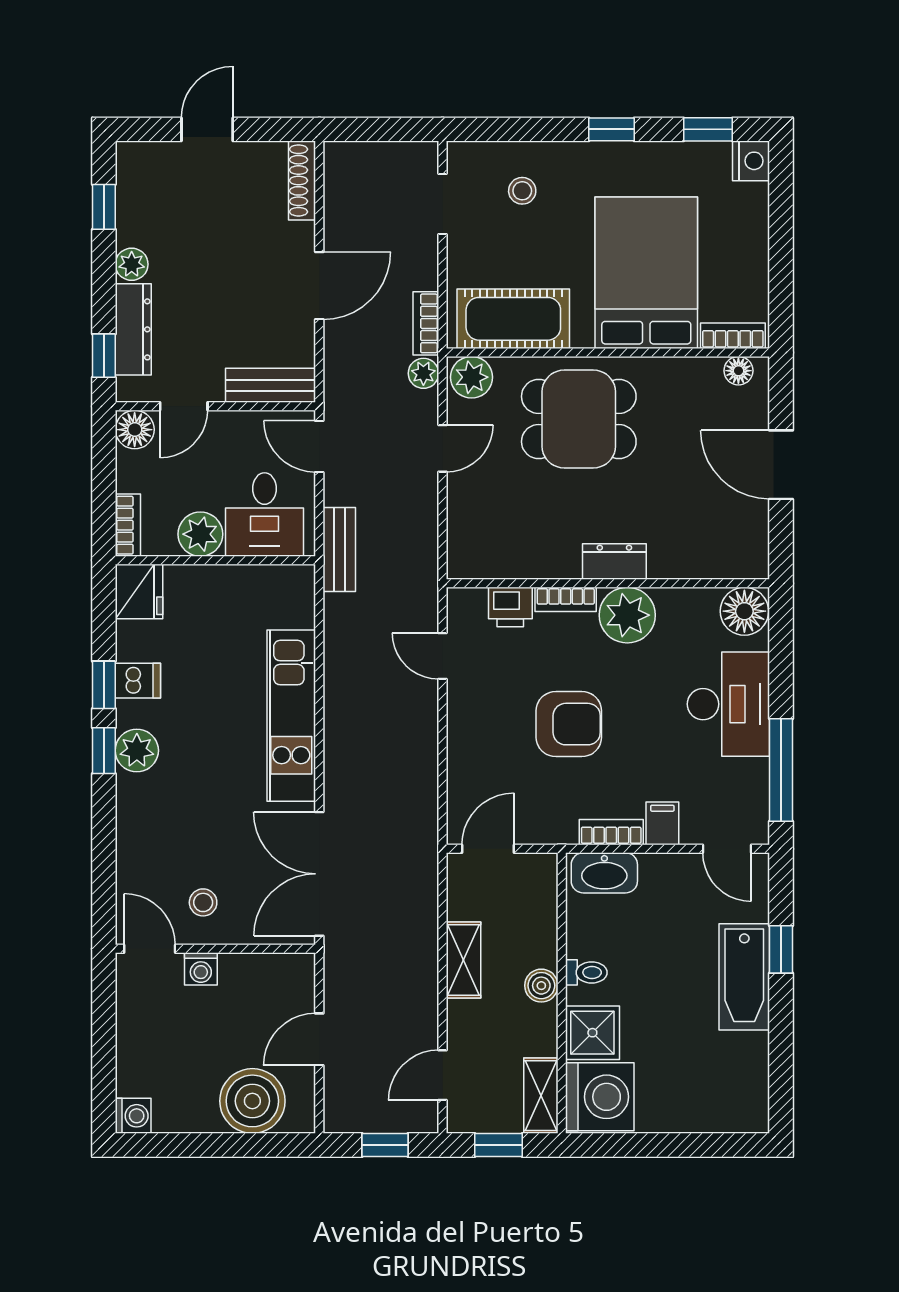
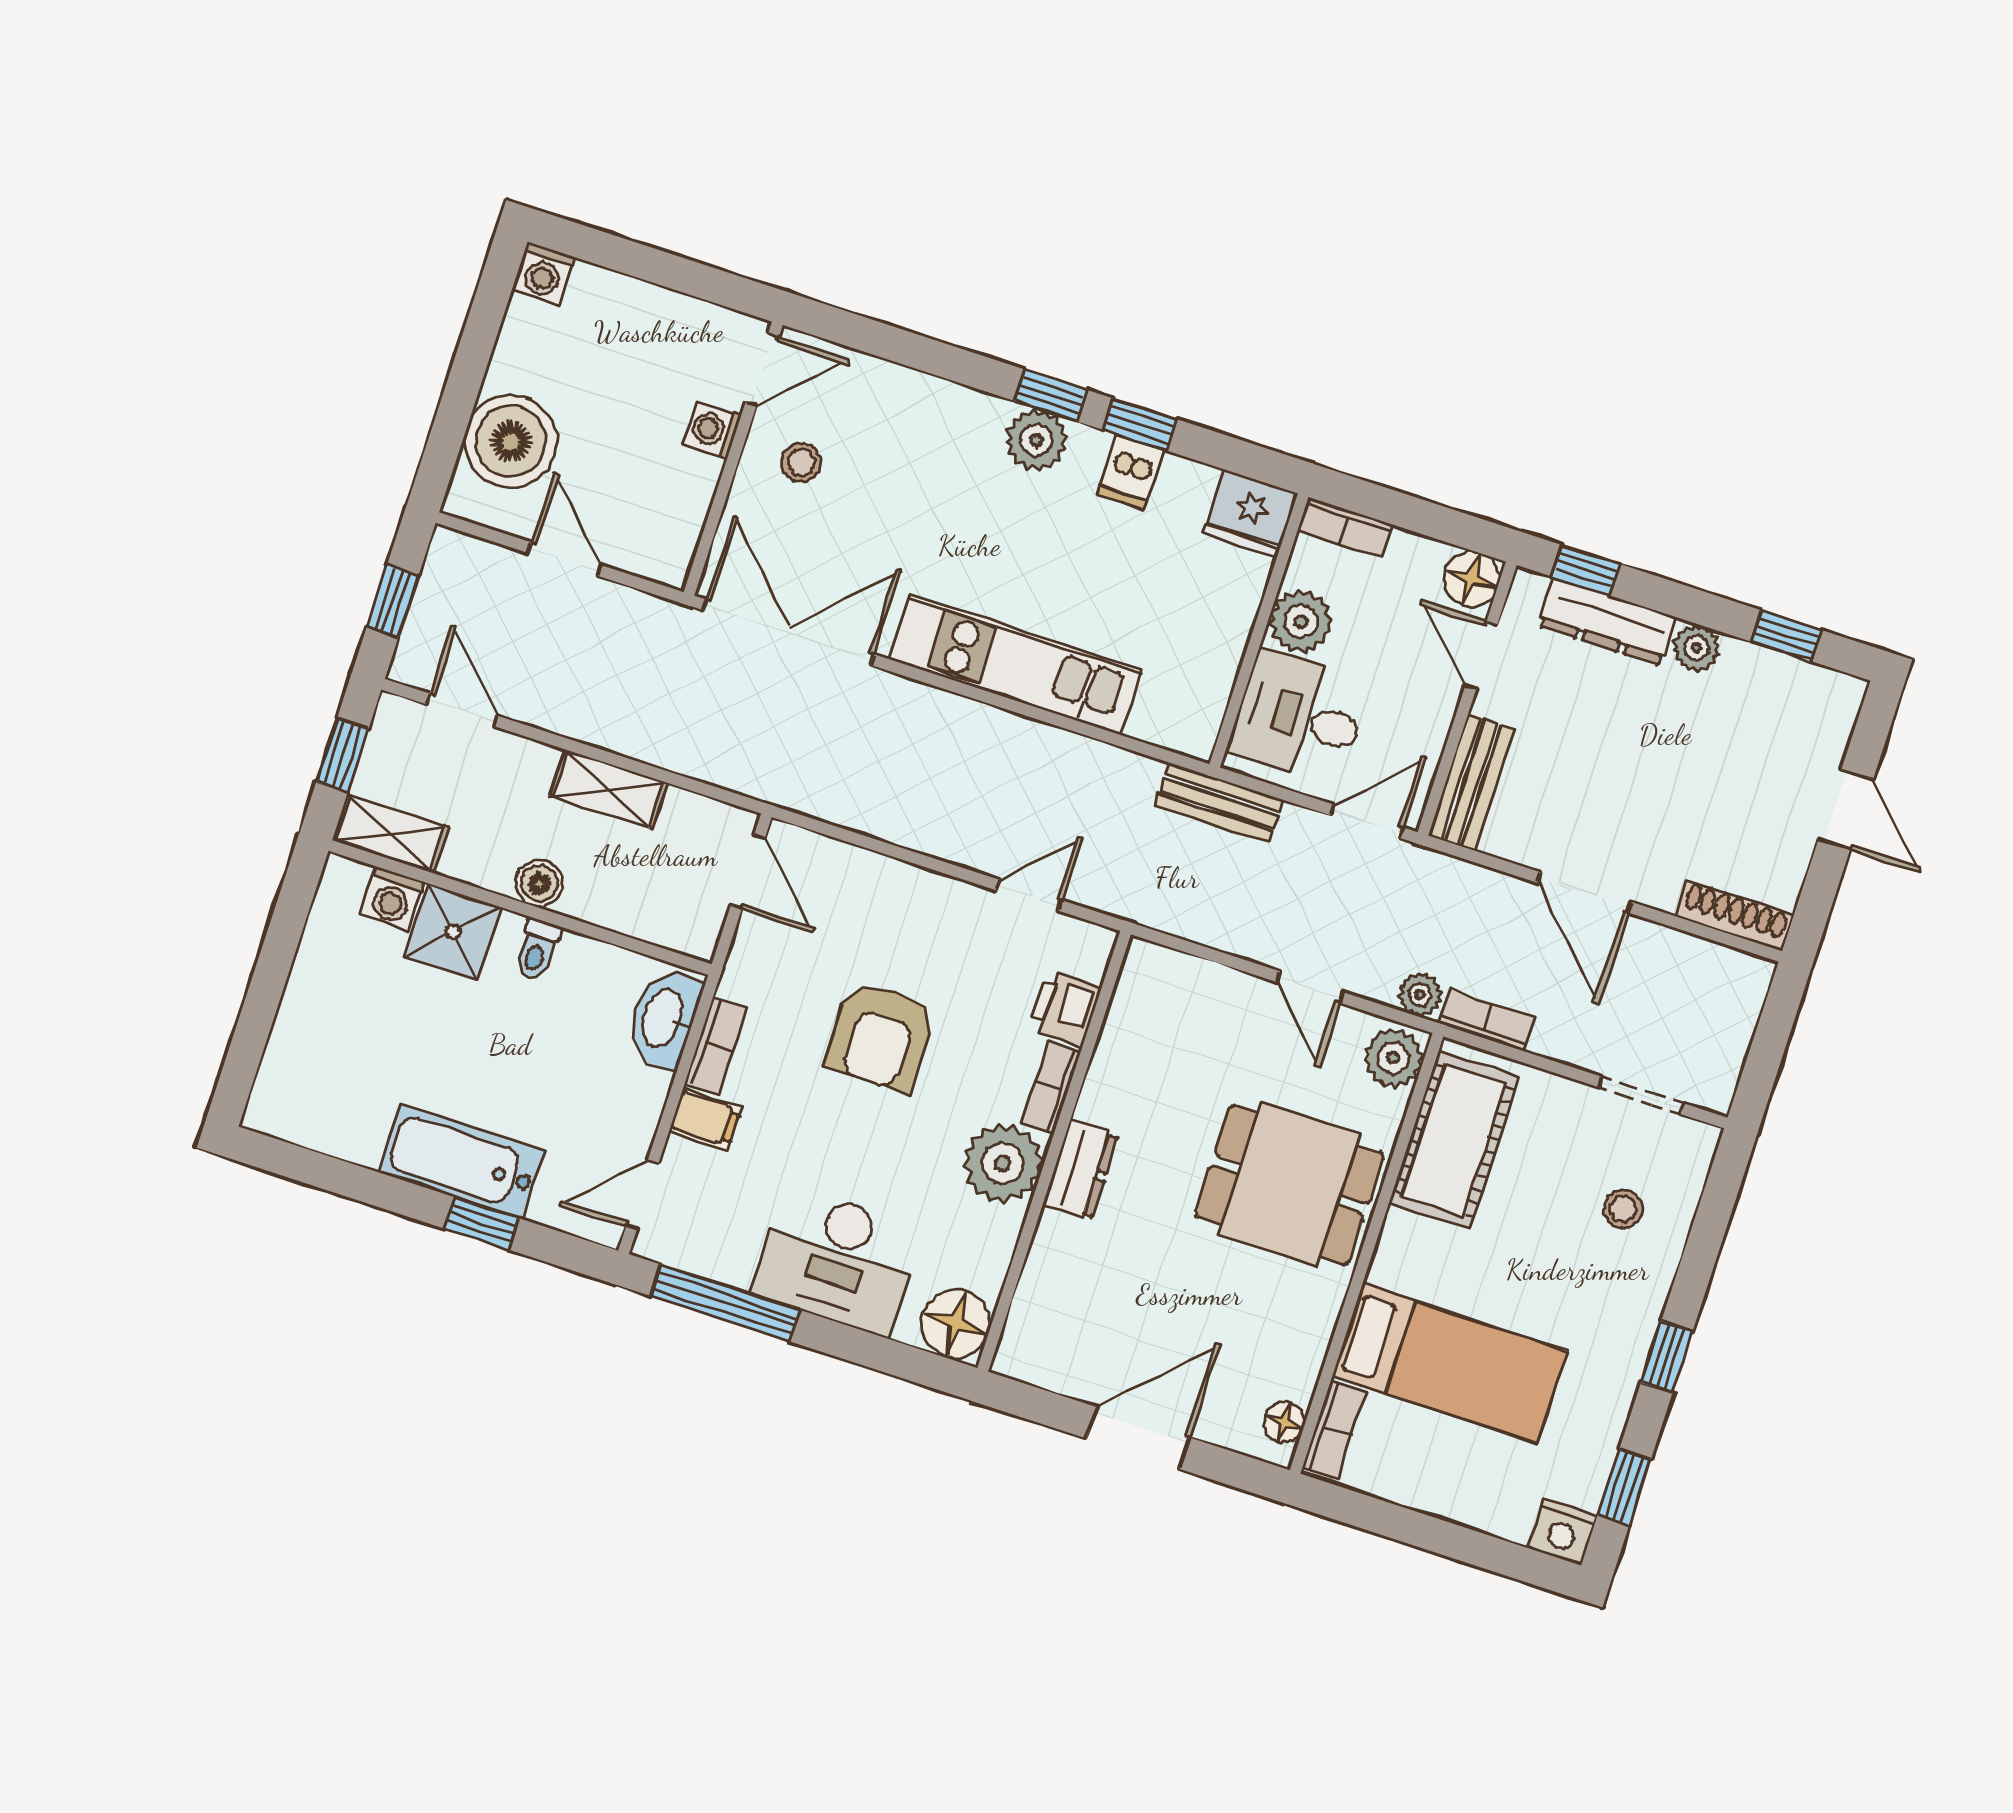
bed: (646, 273) -> (1450, 1364), width x0.67
dining table: (579, 419) -> (1289, 1185), turned 90
washing machine: (600, 1097) -> (392, 898), width x0.53, depth x0.53

